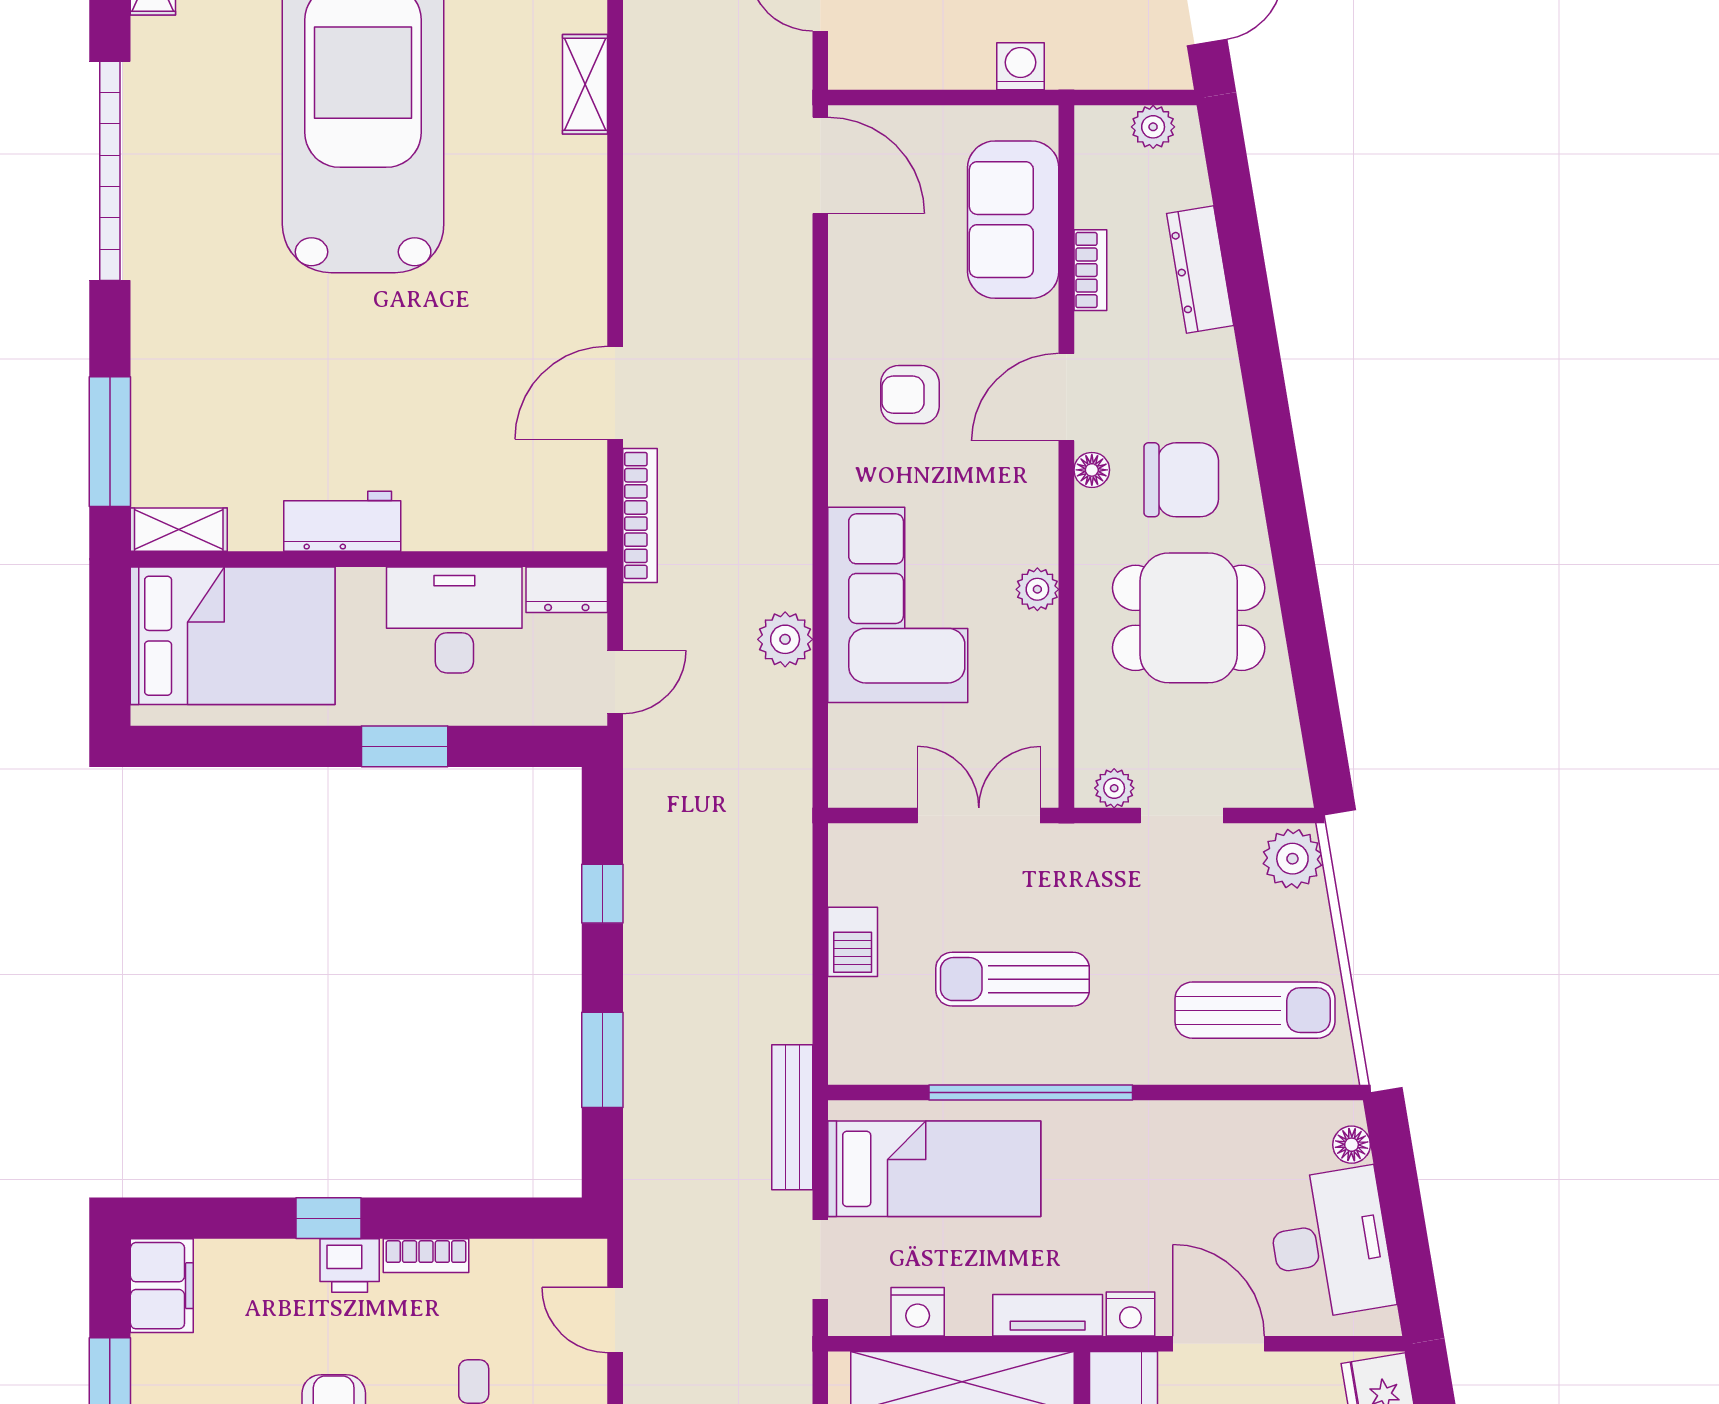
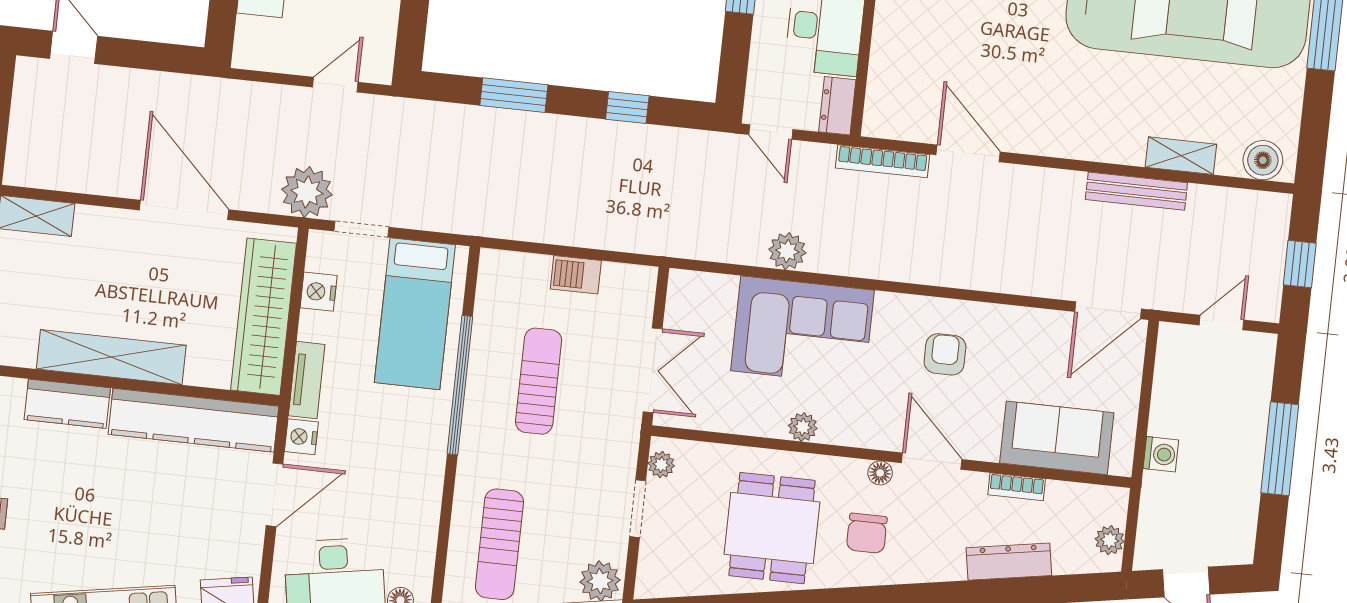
chair: (1181, 480) -> (867, 533), width x0.73, depth x0.73
bench: (792, 1117) -> (1136, 191), moved
plant: (775, 1344) -> (307, 192), added

